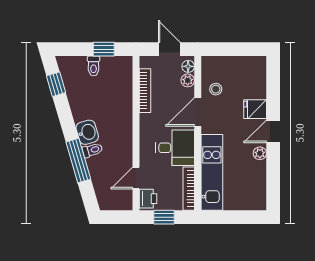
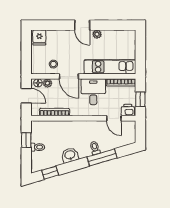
door: (169, 49) -> (26, 96), swing flipped
fridge: (255, 109) -> (39, 37), moved
washbasin: (87, 132) -> (70, 155), moved

